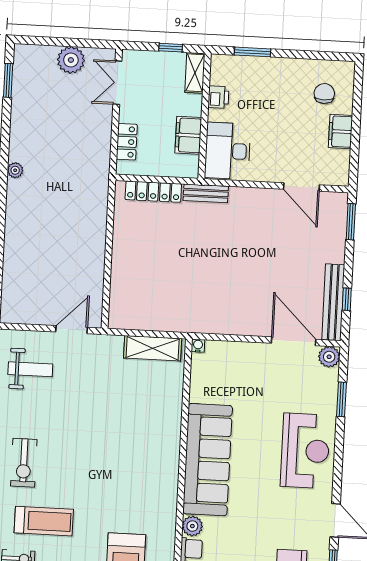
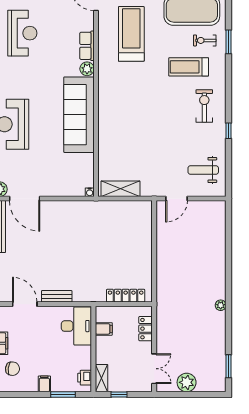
filing cabinet: (279, 69) -> (44, 384), added
chair: (324, 93) -> (12, 369), turned -83
printer: (218, 97) -> (85, 378), moved
filing cabinet: (188, 135) -> (104, 329), width x0.50
bench: (206, 193) -> (57, 296), moved

